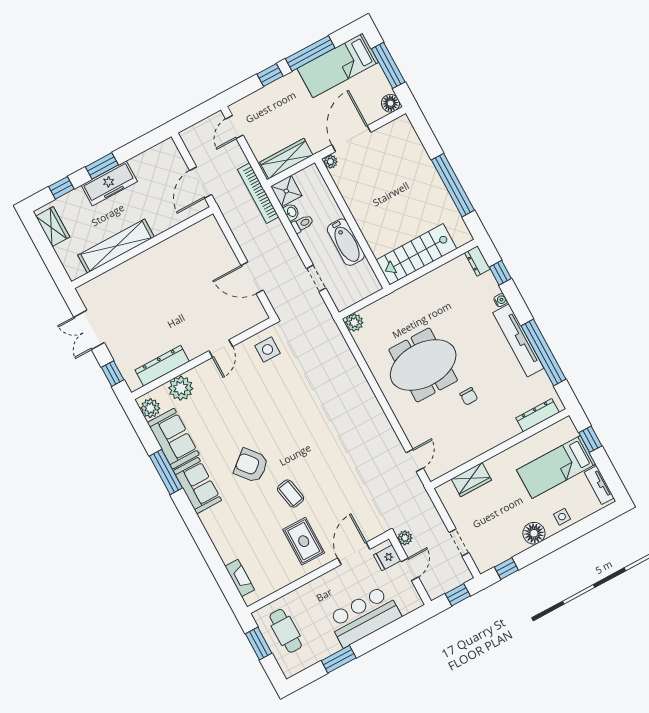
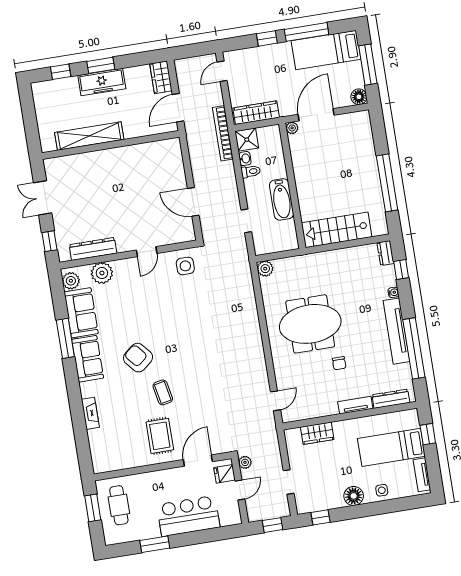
wardrobe: (53, 227) -> (161, 77), moved, turned 180
tv unit: (502, 435) -> (355, 405), added
fireplace: (240, 578) -> (90, 413), moved

